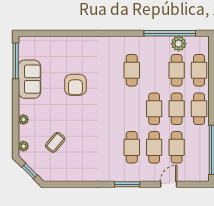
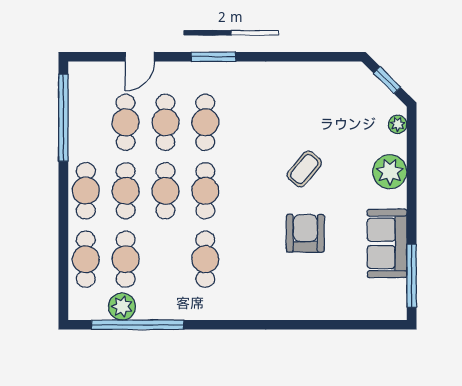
cafe table: (132, 109) -> (205, 191), added
plant: (23, 119) -> (390, 172), width x1.88, depth x1.88
coffee table: (55, 142) -> (304, 169), moved

